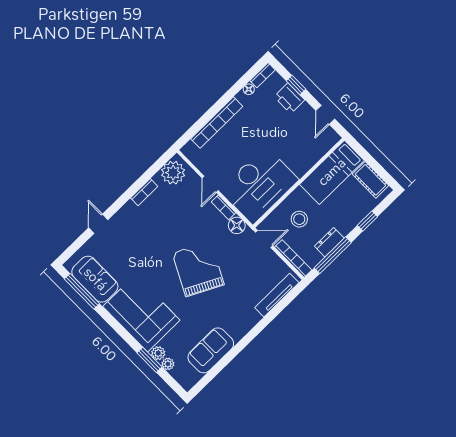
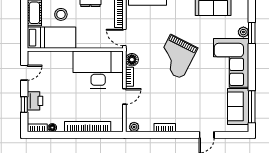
plant: (173, 173) -> (134, 127), width x0.53, depth x0.53
stool: (299, 219) -> (61, 14), moved
plant: (168, 364) -> (244, 21), removed

